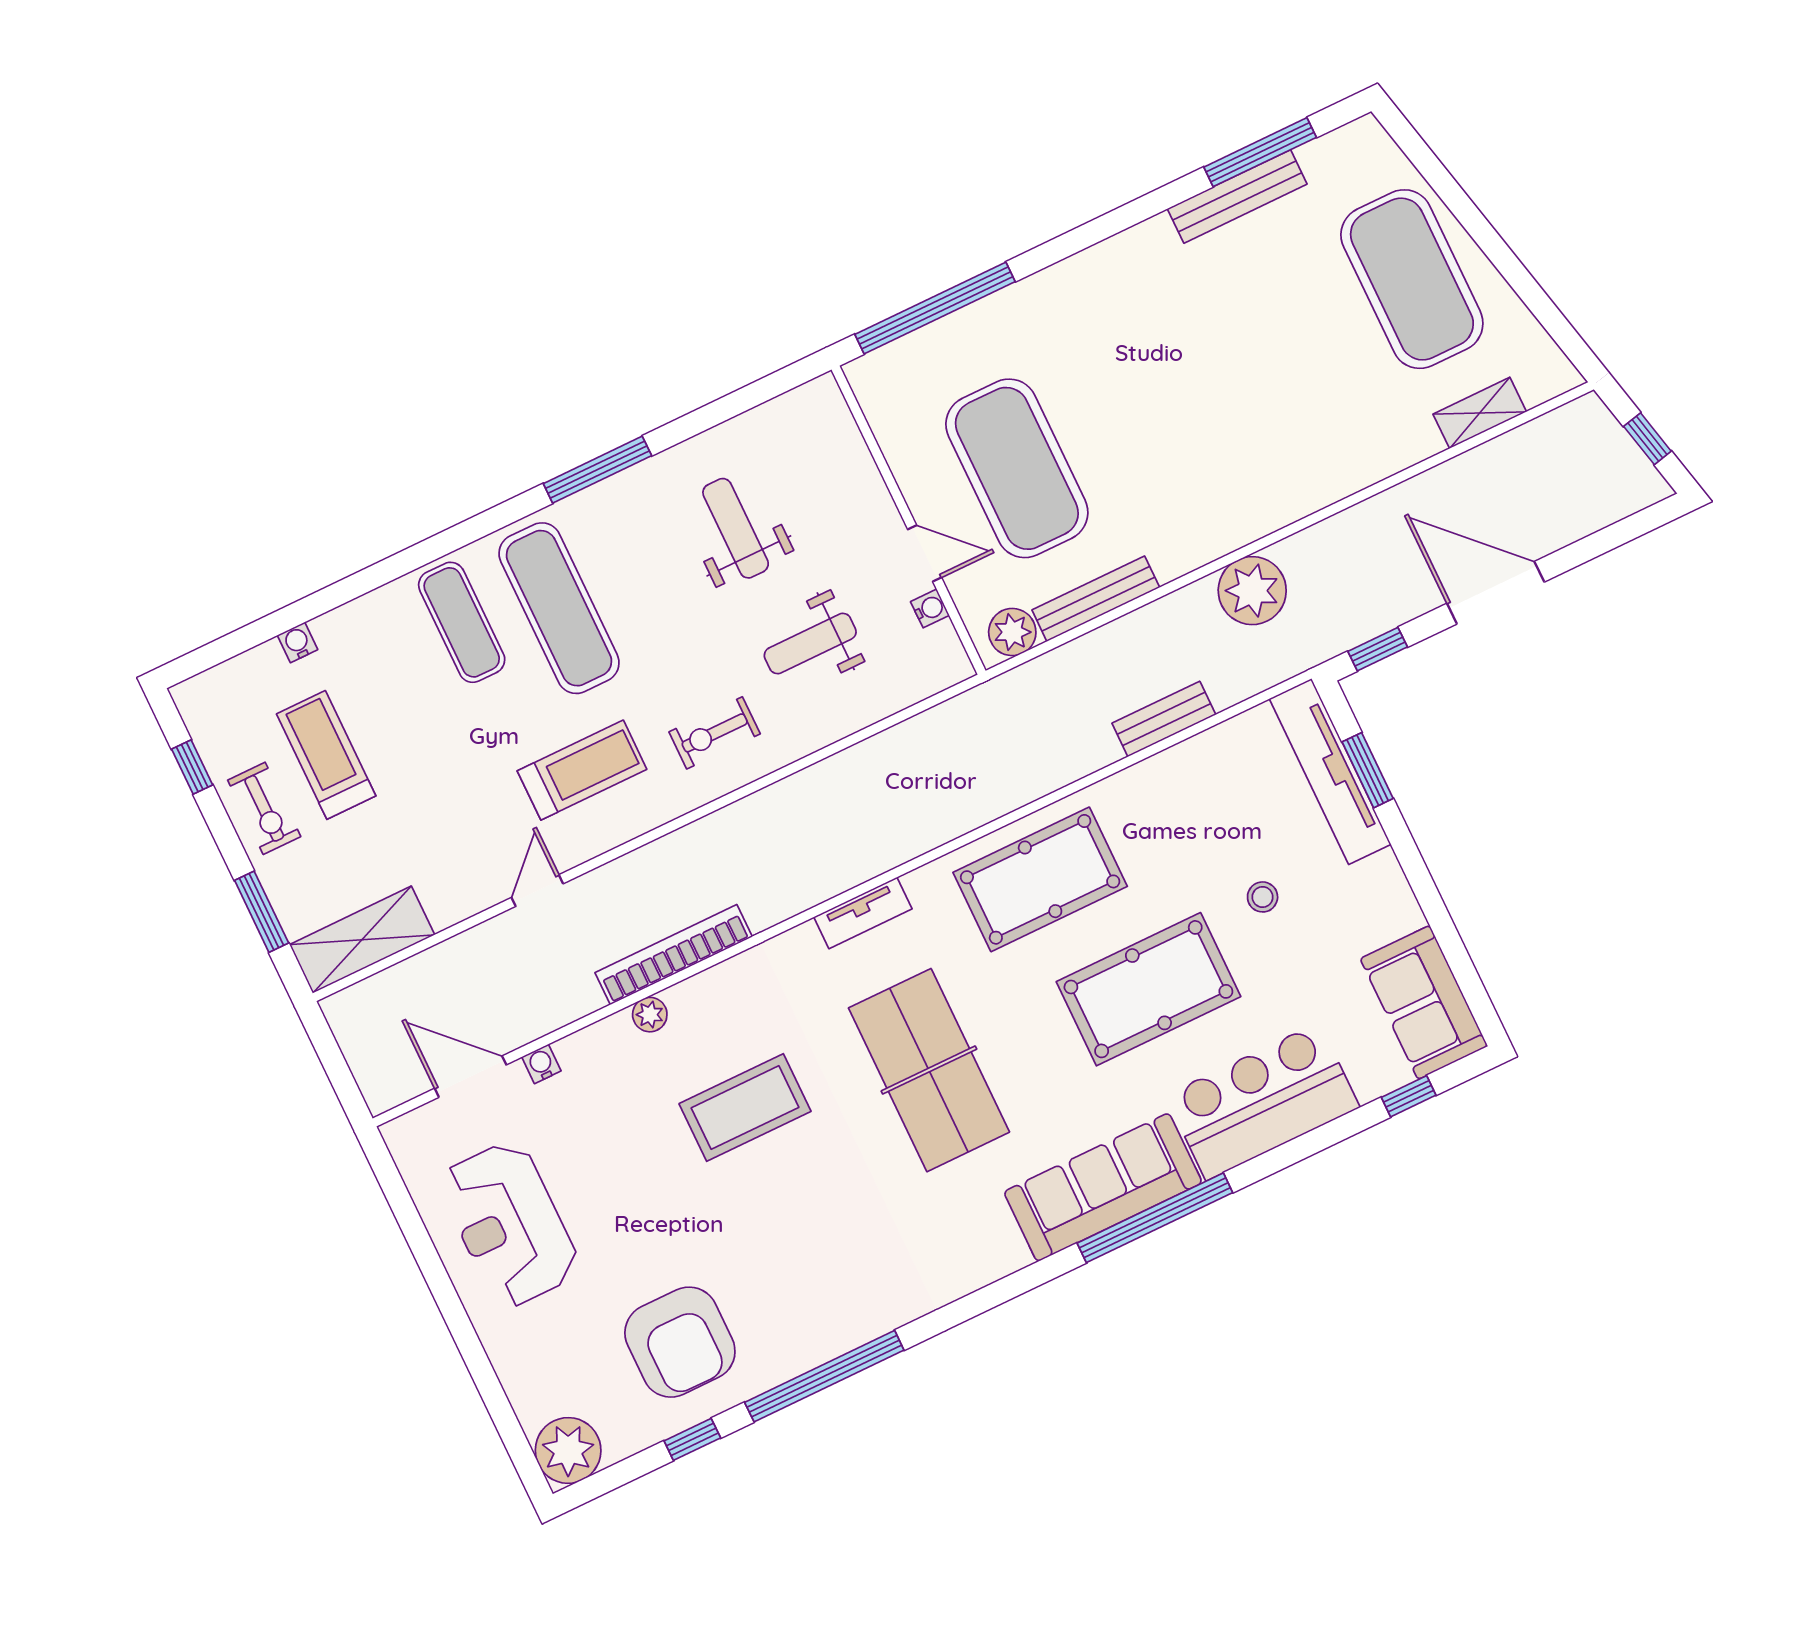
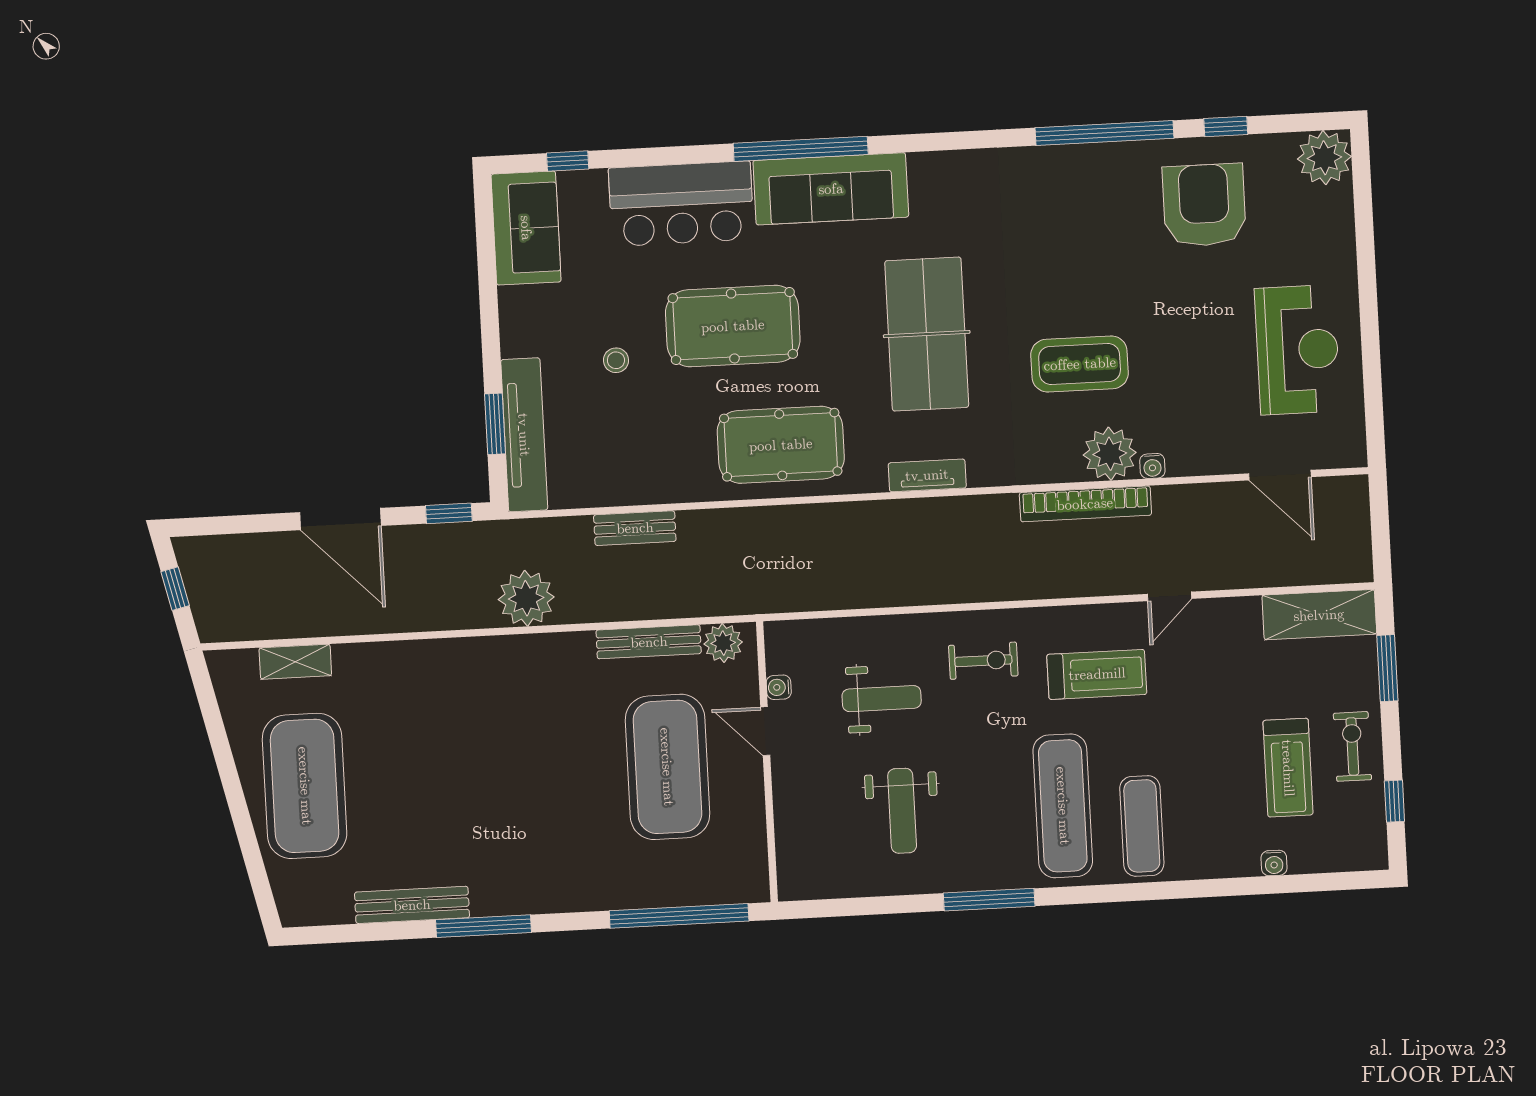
window: (1260, 152) -> (483, 926), moved
treadmill: (582, 770) -> (1097, 674), turned 180
plant: (650, 1015) -> (1110, 454), width x1.88, depth x1.88
water cooler: (541, 1064) -> (1152, 466), moved

